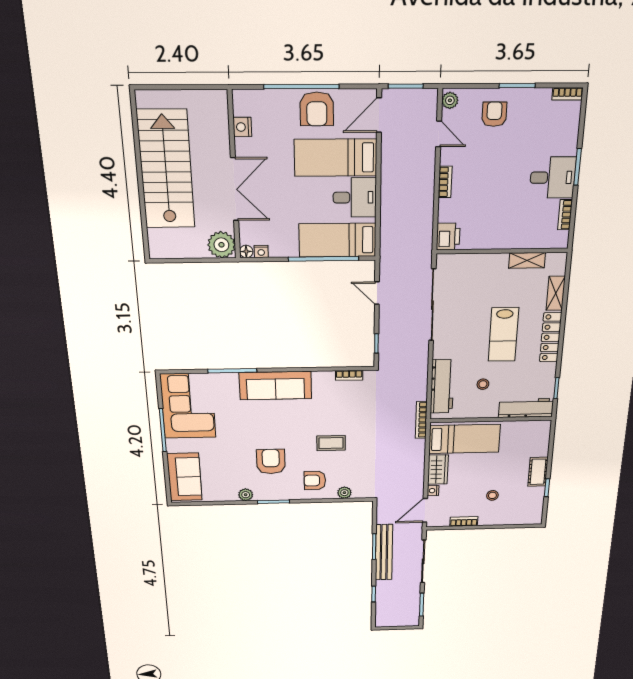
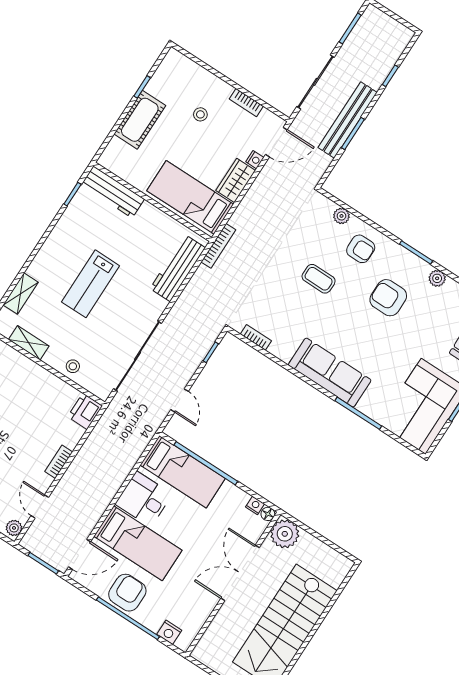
nightstand: (242, 127) -> (169, 632), moved, turned 90
lab bench: (503, 335) -> (91, 284), turned 180
locker: (551, 337) -> (49, 252), removed
stool: (483, 384) -> (73, 366), moved
armchair: (271, 462) -> (388, 298), turned 90
cot: (538, 472) -> (140, 120), width x1.37, depth x1.34

